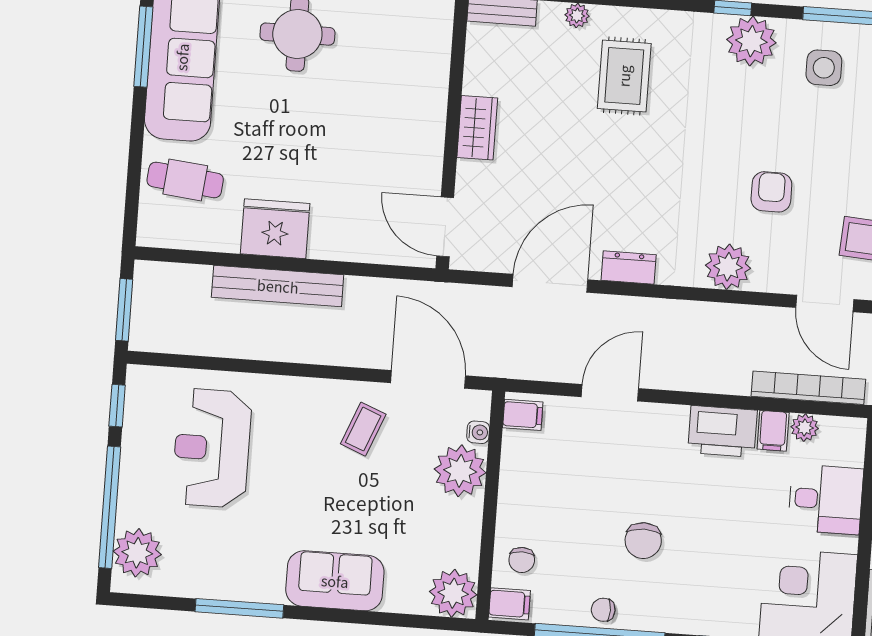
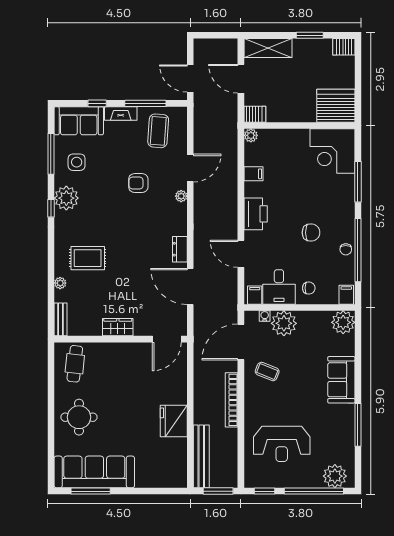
cafe table: (185, 180) -> (75, 364), moved
plant: (728, 267) -> (181, 196), width x0.53, depth x0.53
bench: (278, 286) -> (201, 456), moved
door: (825, 303) -> (190, 168), moved
bookcase: (808, 388) -> (232, 400), moved
plant: (805, 428) -> (251, 135), moved
printer: (722, 431) -> (256, 214), moved
desk: (826, 499) -> (279, 287), moved, turned 180
chair: (522, 560) -> (309, 288), moved

